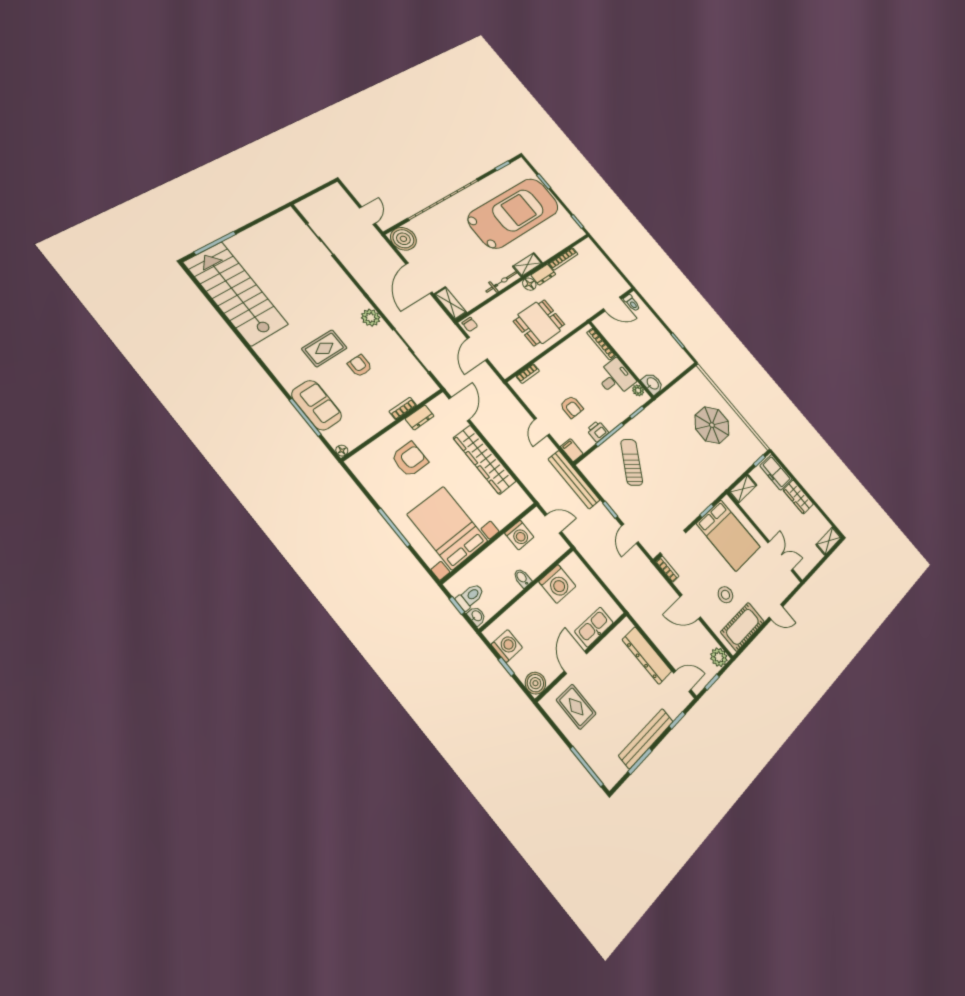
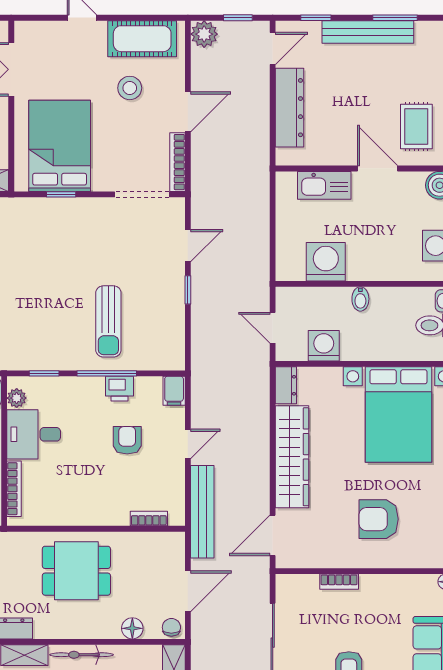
floor lamp: (529, 284) -> (132, 628), moved
dresser: (420, 417) -> (286, 385), moved, turned 90
sun lounger: (632, 462) -> (108, 321), turned -35
bench: (574, 480) -> (202, 512), moved
bookcase: (667, 569) -> (177, 162), width x1.56
door: (690, 607) -> (188, 112), hinge flipped
door: (576, 662) -> (378, 168), swing flipped
door: (682, 681) -> (273, 48), swing flipped

